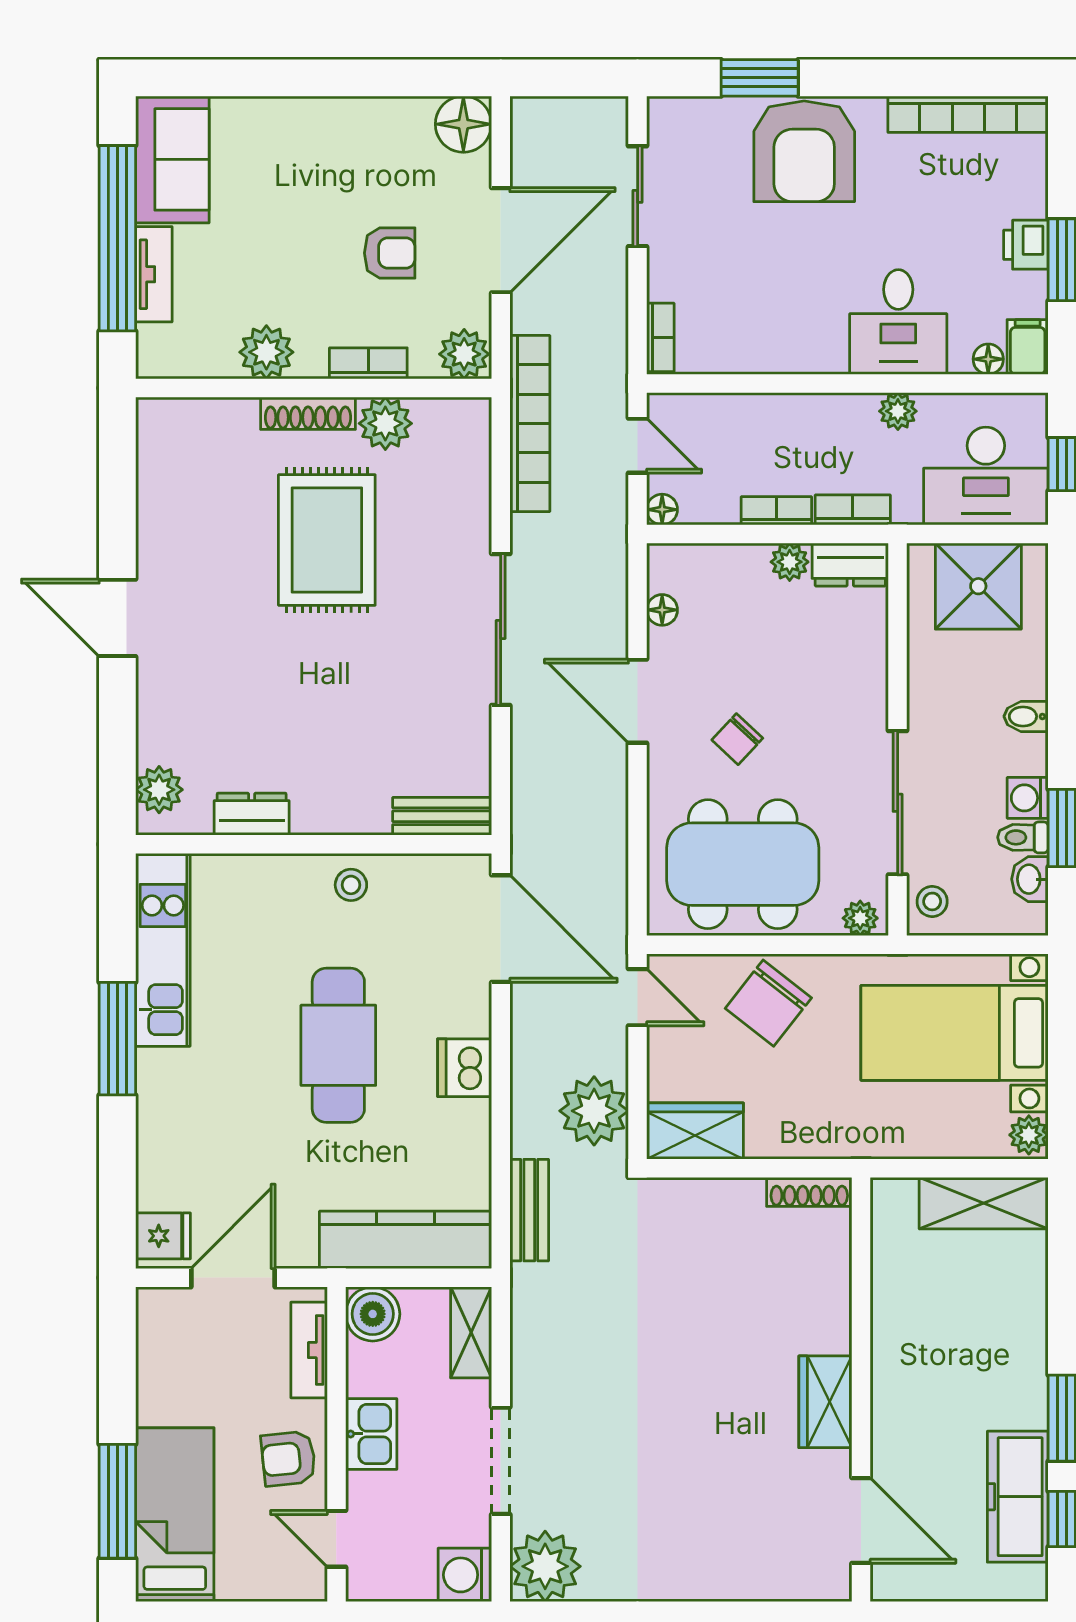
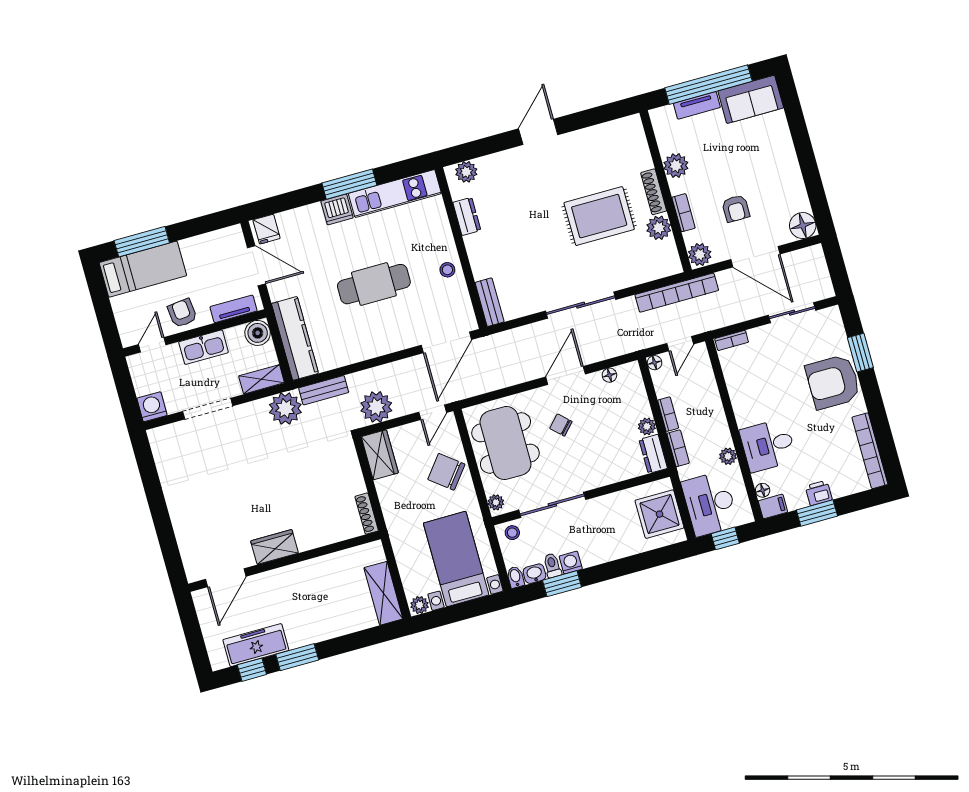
bidet: (1026, 716) -> (515, 577), moved
dishwasher: (465, 1068) -> (337, 209), moved, turned 180
kitchen sink: (371, 1434) -> (204, 347), width x1.38
plant: (545, 1566) -> (285, 409), moved

